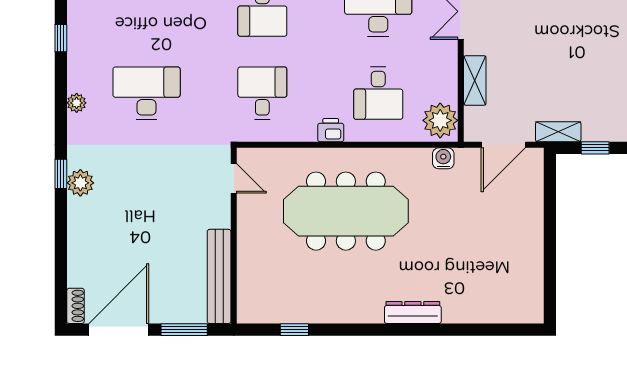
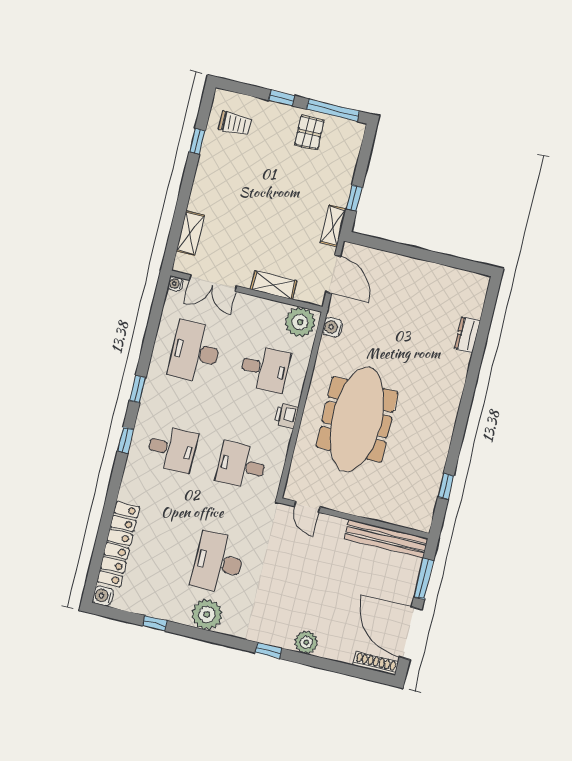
plant: (77, 103) -> (207, 614), width x1.88, depth x1.88
door: (234, 178) -> (307, 507), swing flipped
plant: (80, 183) -> (306, 642), moved
shoe rack: (75, 306) -> (376, 663), width x1.43
dresser: (413, 312) -> (467, 335), moved, width x0.70

